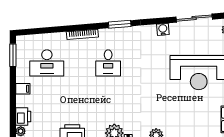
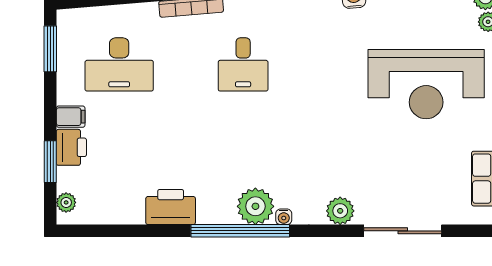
window: (13, 111) -> (50, 162), added
printer: (23, 116) -> (71, 147), moved

